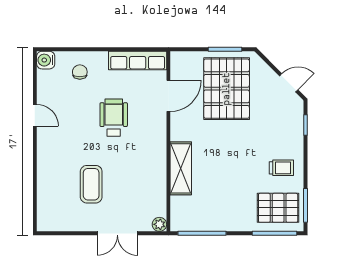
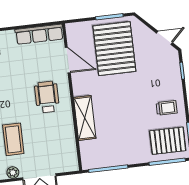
door: (168, 96) -> (68, 60), hinge flipped
wheelchair: (114, 118) -> (47, 97), moved
plant: (159, 224) -> (13, 173), moved

